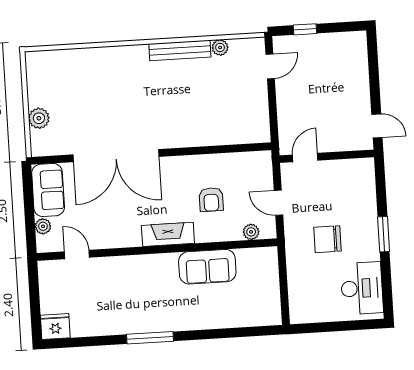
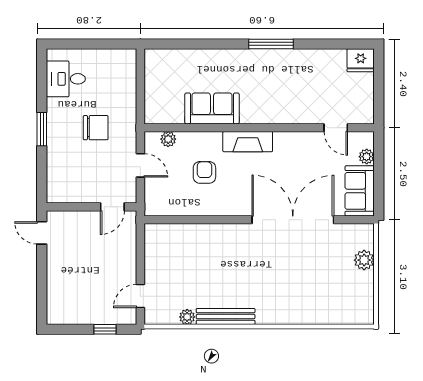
desk: (362, 288) -> (66, 79), width x0.73

